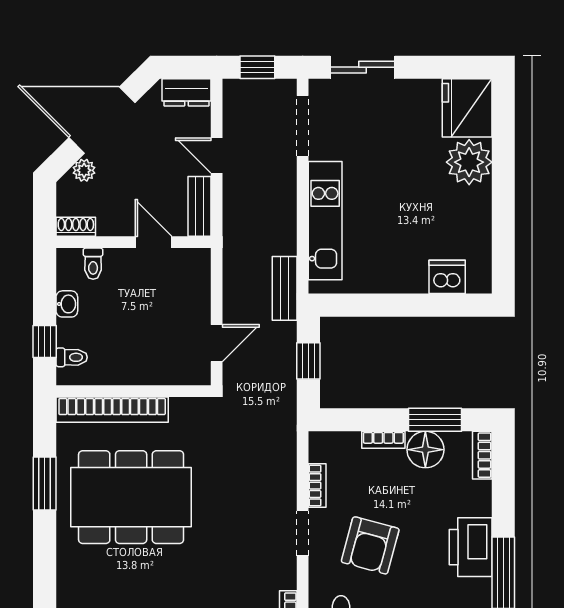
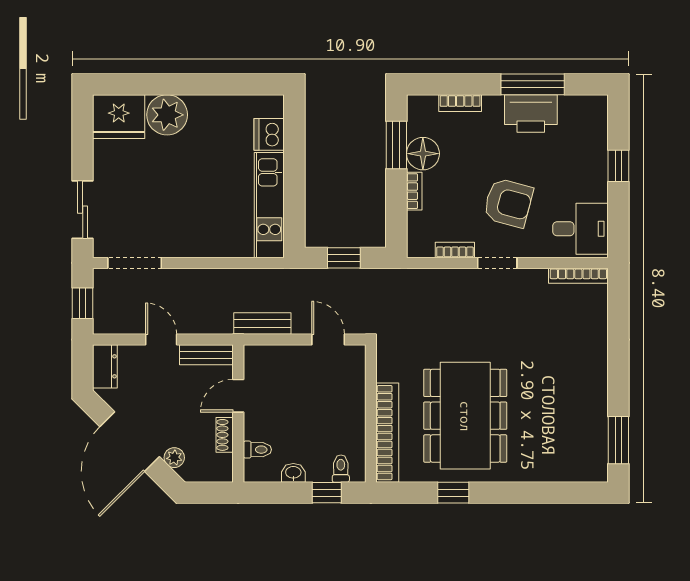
door: (217, 156) -> (161, 340), swing flipped
kitchen unit: (325, 221) -> (269, 205), moved, turned -90
shoe rack: (76, 227) -> (225, 435), moved
bench: (285, 288) -> (262, 324), moved
bookcase: (482, 455) -> (460, 103), moved
window: (45, 484) -> (453, 493), width x0.67
printer: (471, 547) -> (531, 113), moved

